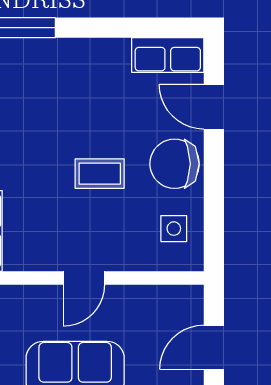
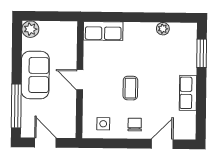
row of seats: (168, 55) -> (188, 93), moved
chair: (175, 164) -> (135, 125), width x0.54, depth x0.54

